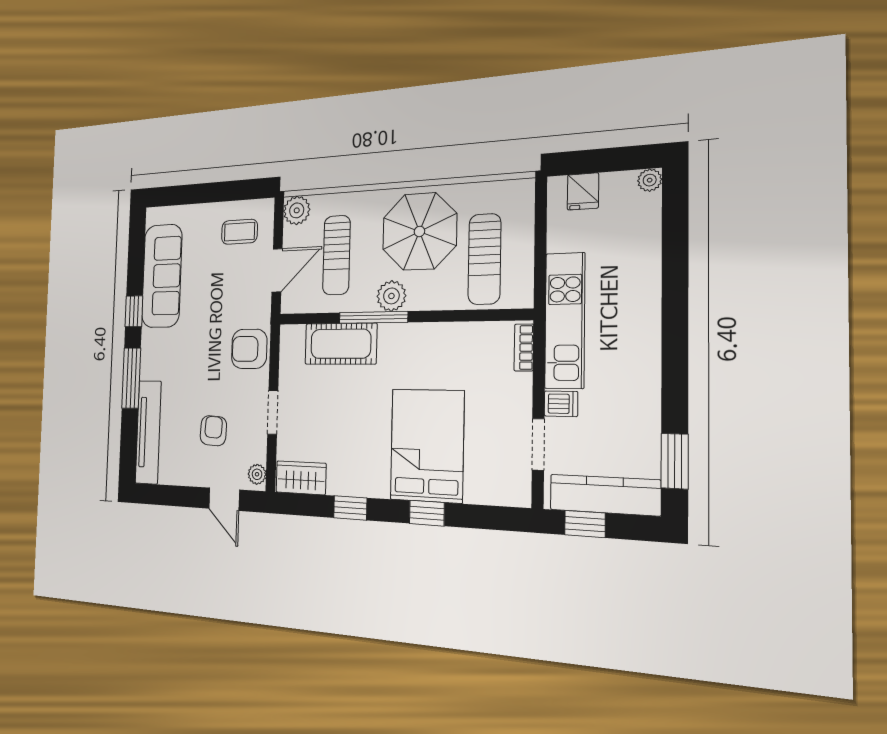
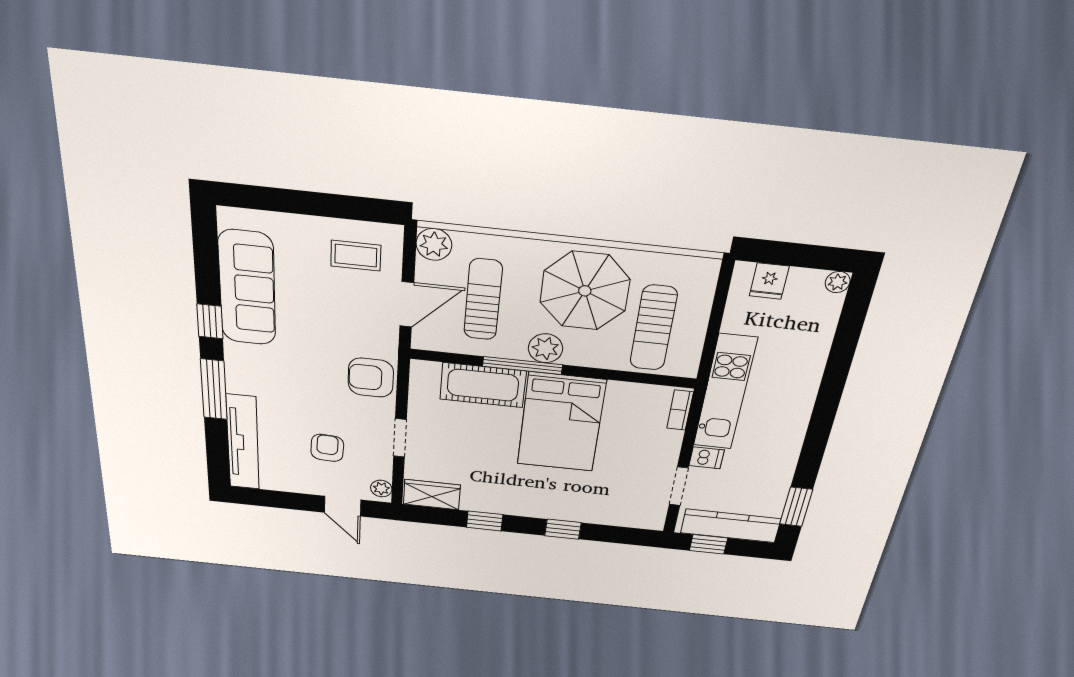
sun lounger: (337, 255) -> (483, 300), turned 180
bed: (427, 445) -> (561, 422), moved, turned 180

